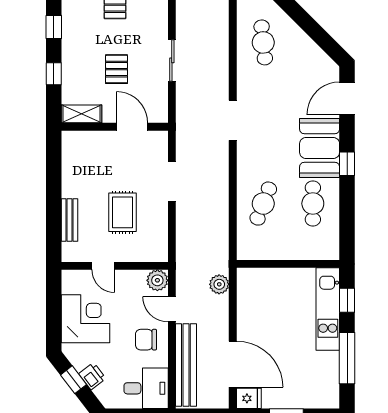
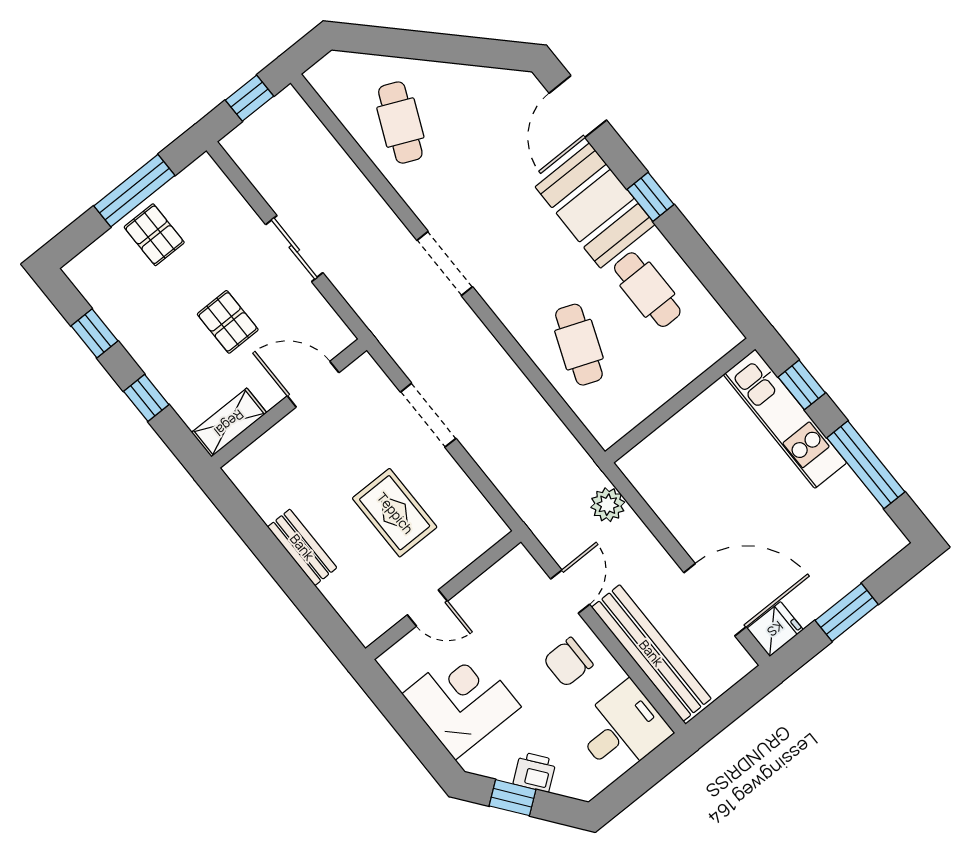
cafe table: (263, 42) -> (400, 123), turned 30
bench: (70, 220) -> (302, 547), moved
plant: (157, 280) -> (518, 568), removed
door: (172, 309) -> (570, 592), swing flipped

